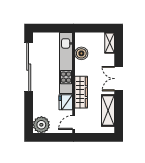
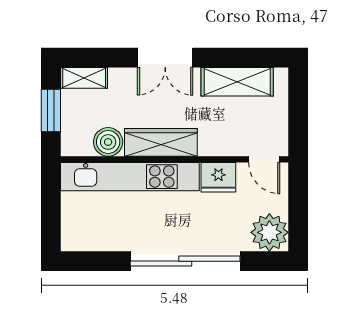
window: (95, 28) -> (51, 110), added
sliding door: (29, 67) -> (185, 261), moved
wardrobe: (81, 92) -> (161, 142), moved

